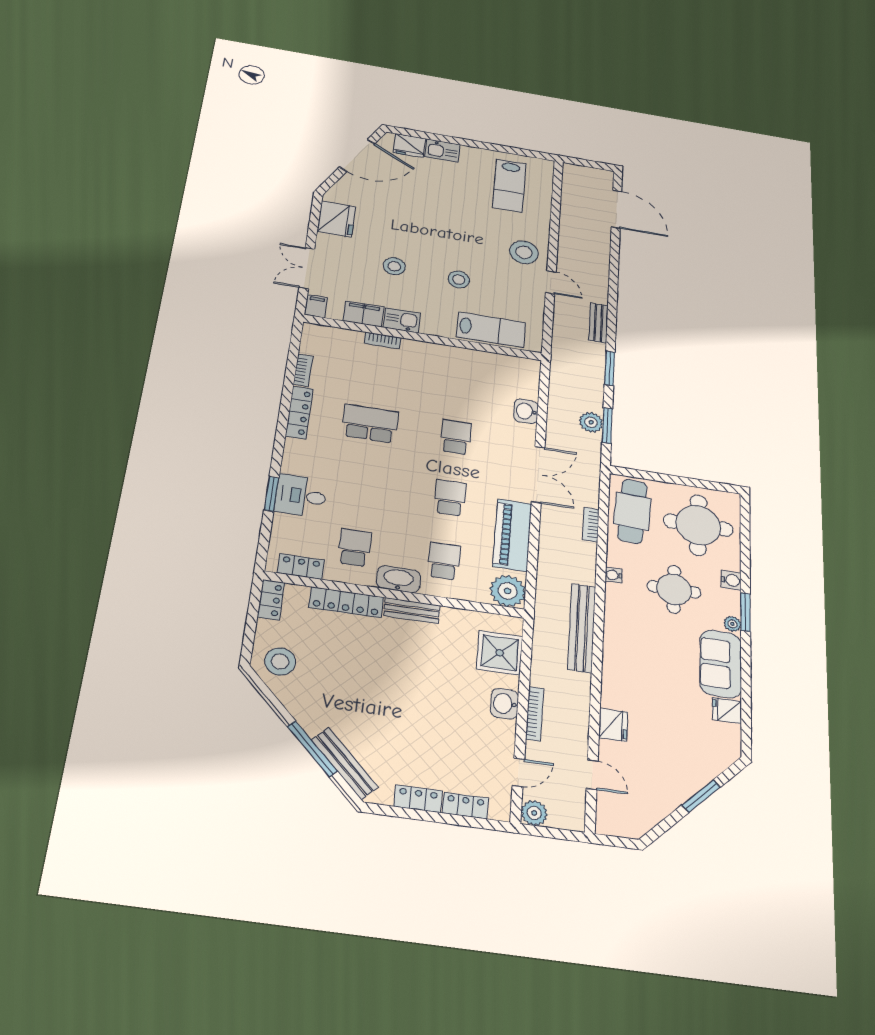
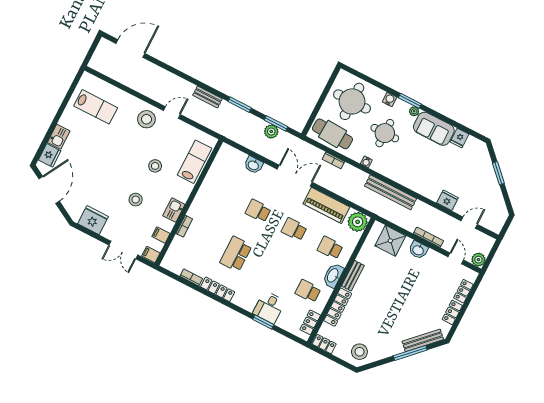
filing cabinet: (363, 314) -> (161, 235), width x0.50

